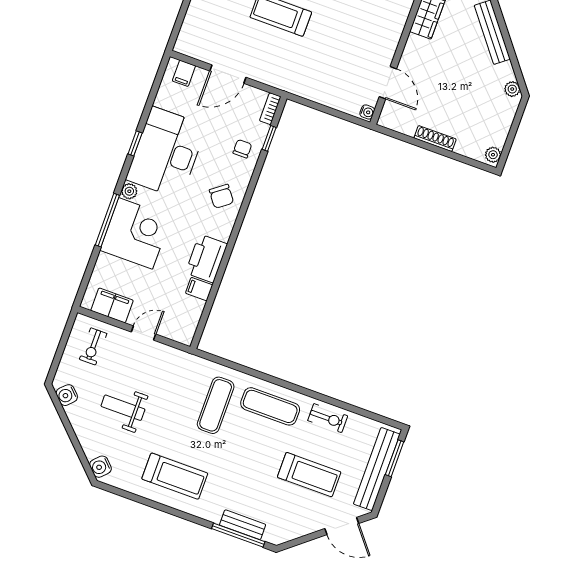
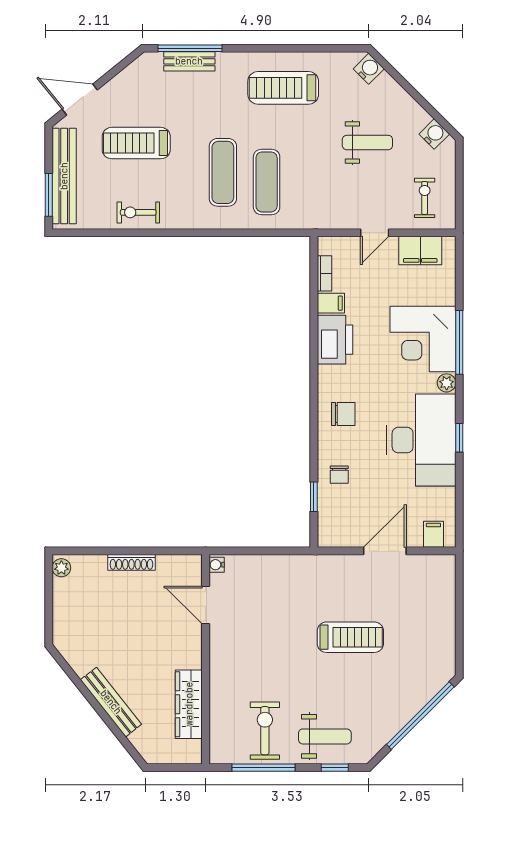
plant: (512, 89) -> (66, 648), removed
bookcase: (270, 109) -> (324, 273), moved
chair: (221, 196) -> (343, 414), turned 127
exercise mat: (270, 406) -> (223, 172), moved, turned 90

